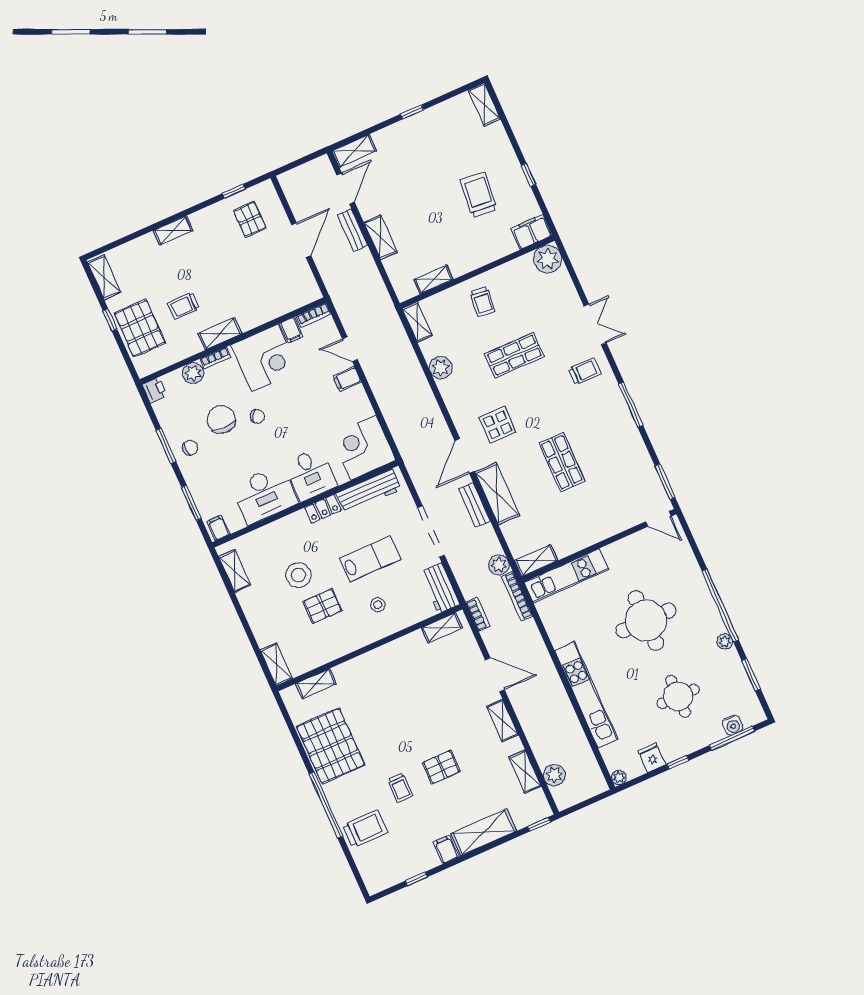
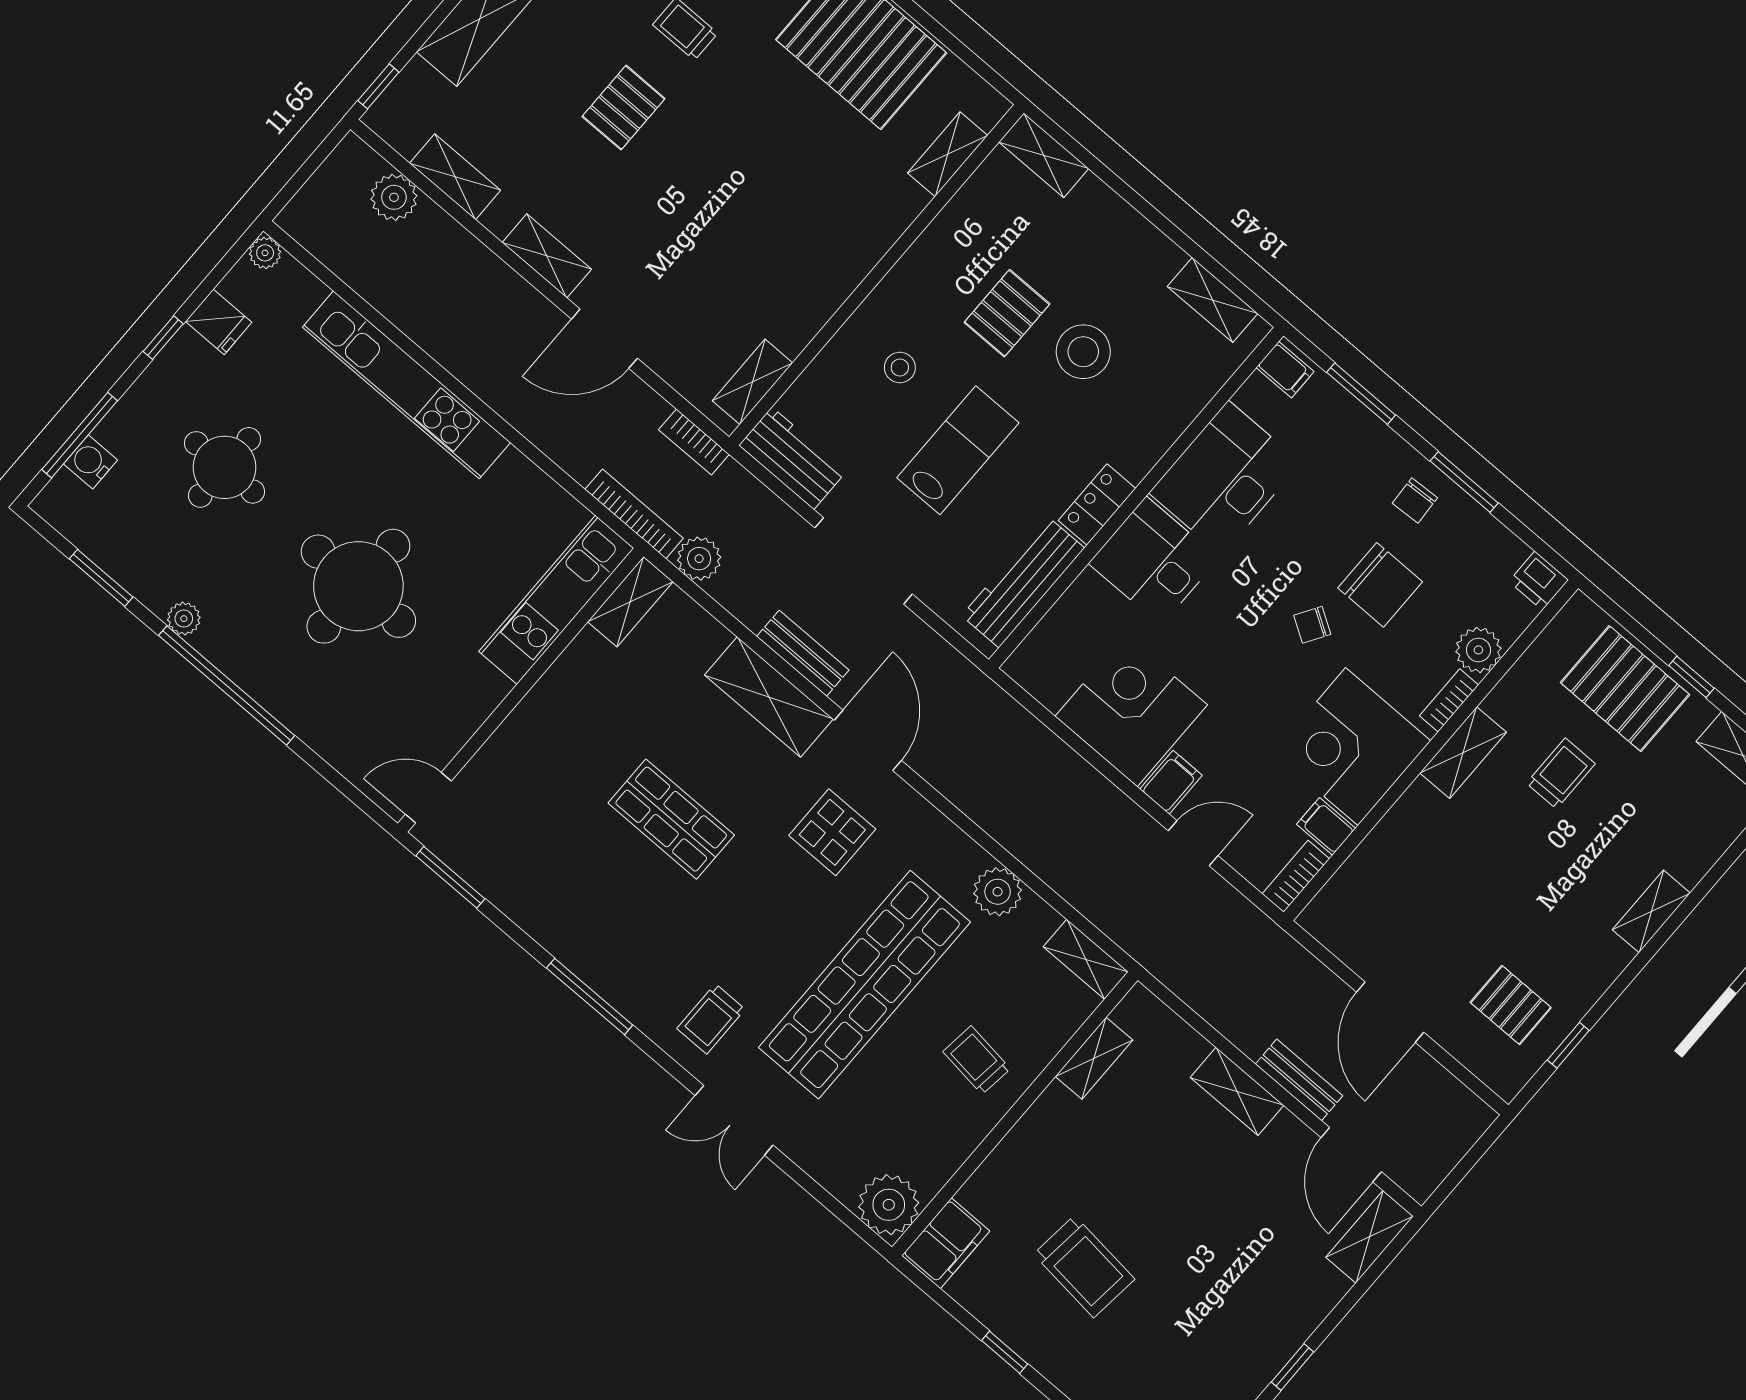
shop shelf: (514, 355) -> (864, 985), width x2.00, depth x1.36
corner desk: (363, 448) -> (1131, 711), moved, turned -90
lab bench: (370, 559) -> (958, 450), turned 180

